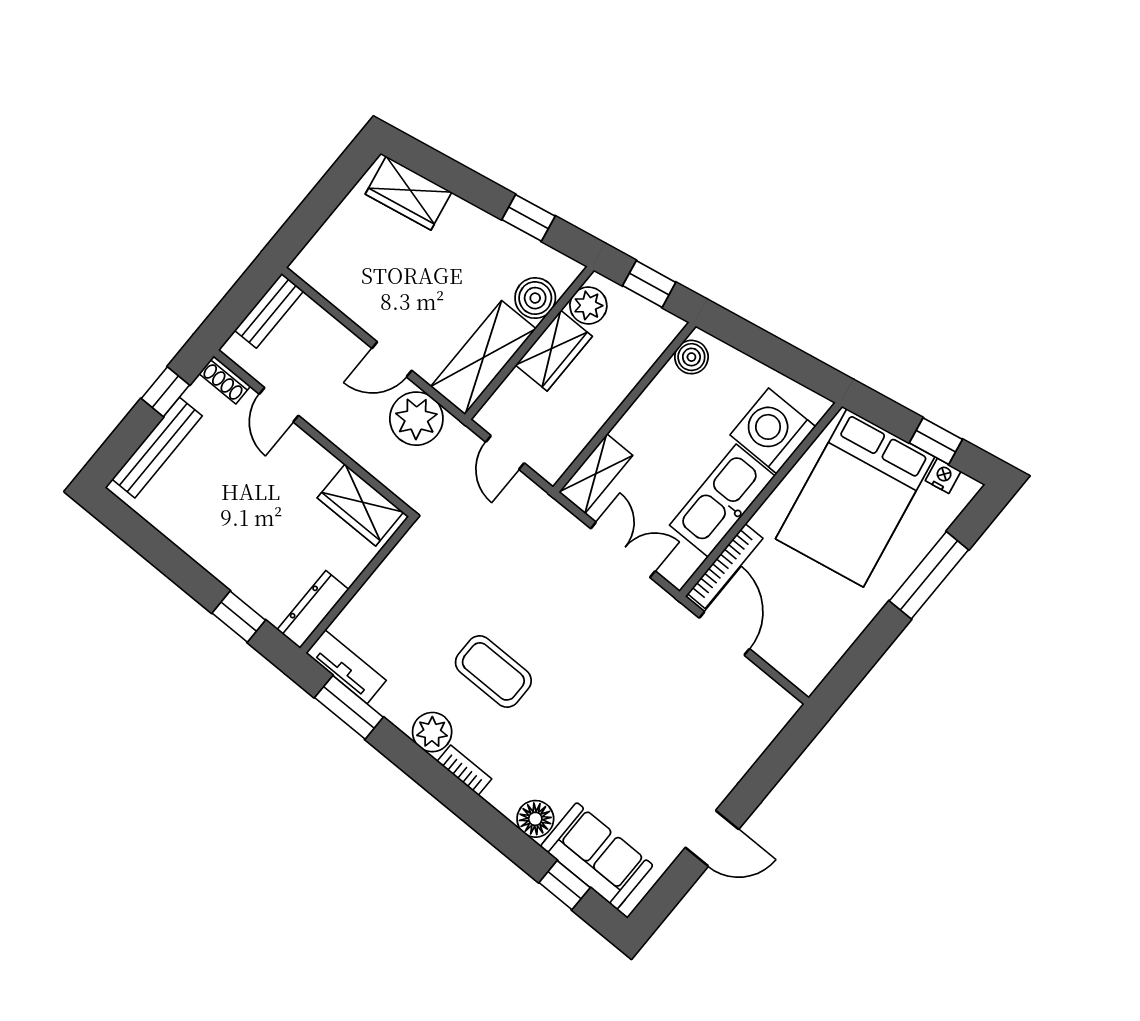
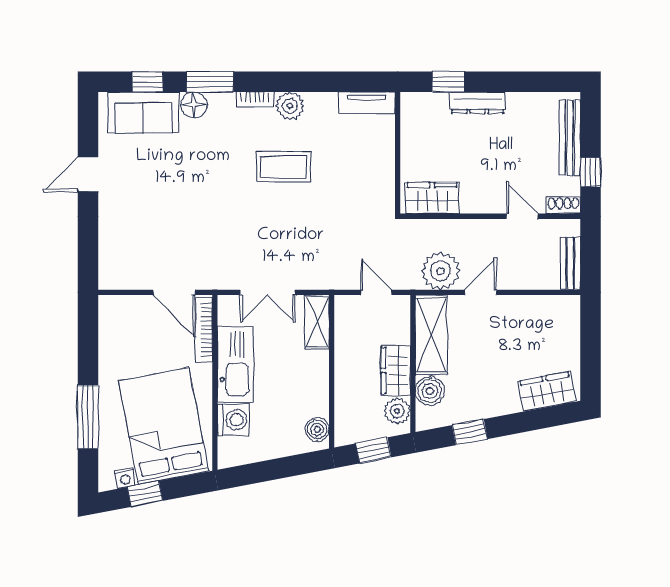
washing machine: (773, 431) -> (233, 420), width x0.73, depth x0.73
dresser: (313, 609) -> (478, 103), moved, turned 90
window: (349, 707) -> (210, 82), moved

